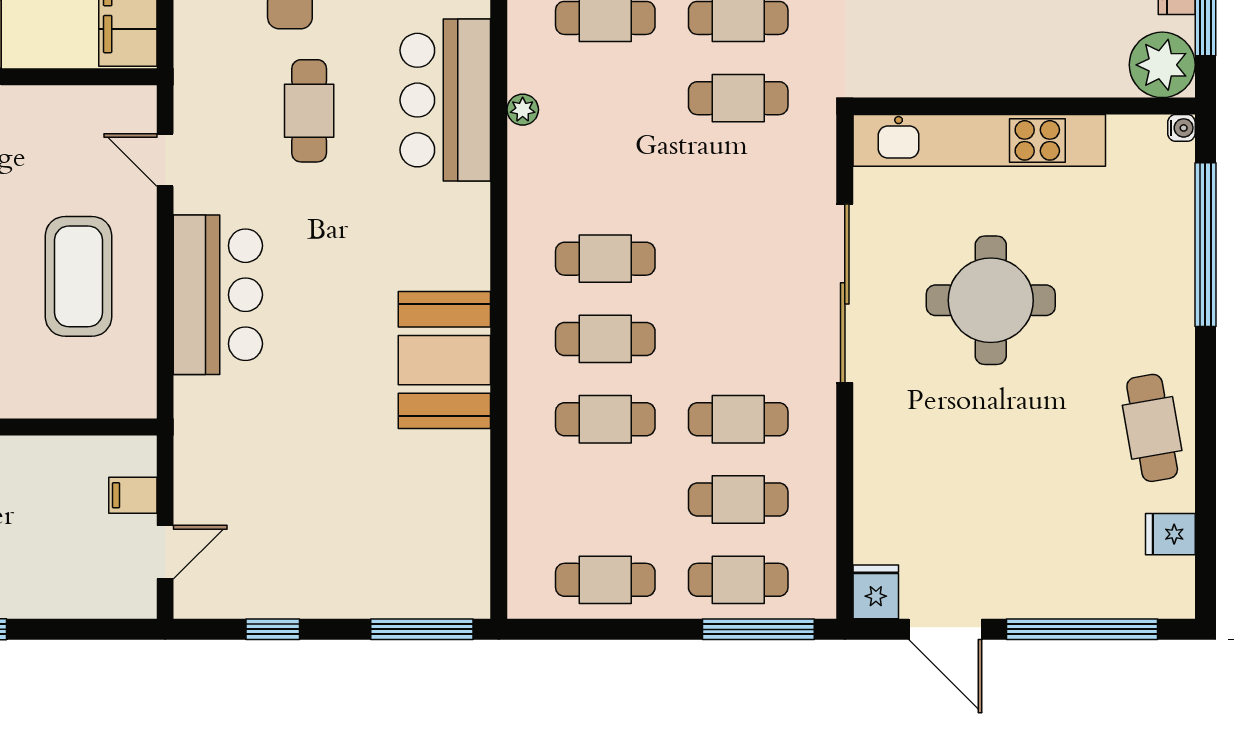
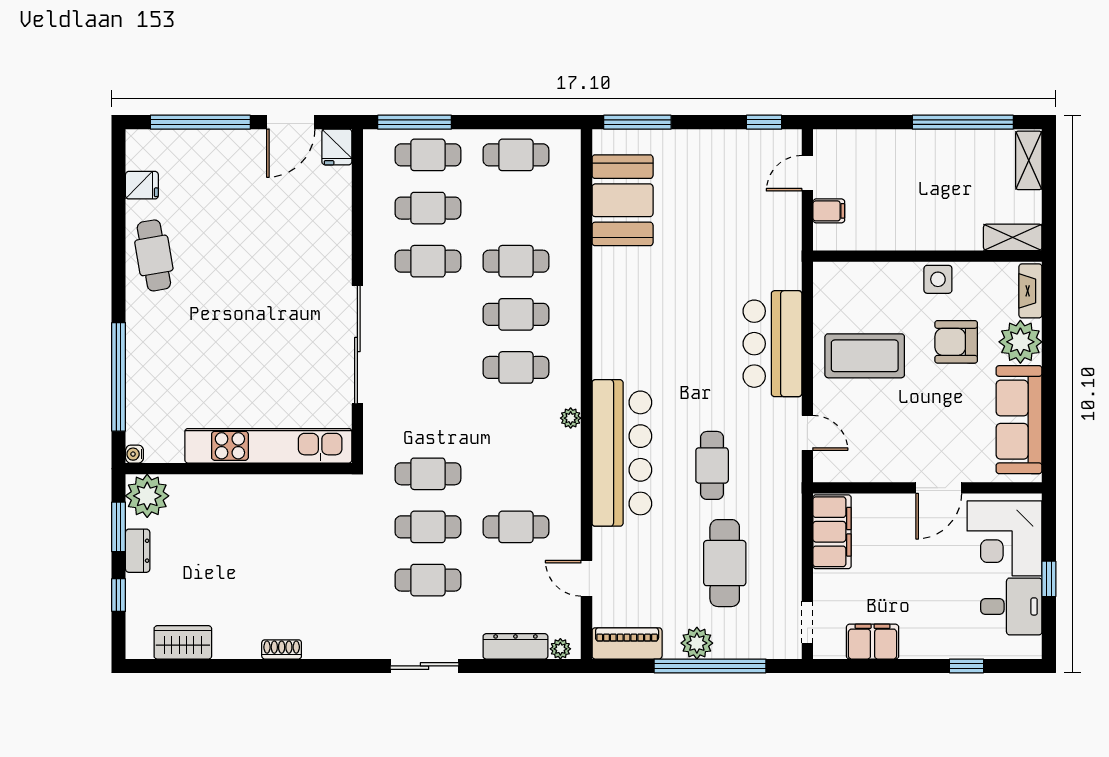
bar counter: (445, 100) -> (622, 453), width x1.36
plant: (523, 110) -> (571, 418), moved
coffee table: (79, 276) -> (865, 356), turned 90
round table: (991, 300) -> (261, 340), removed
booth: (444, 360) -> (623, 200), moved
window: (273, 629) -> (764, 122), moved
door: (945, 629) -> (291, 122), swing flipped

